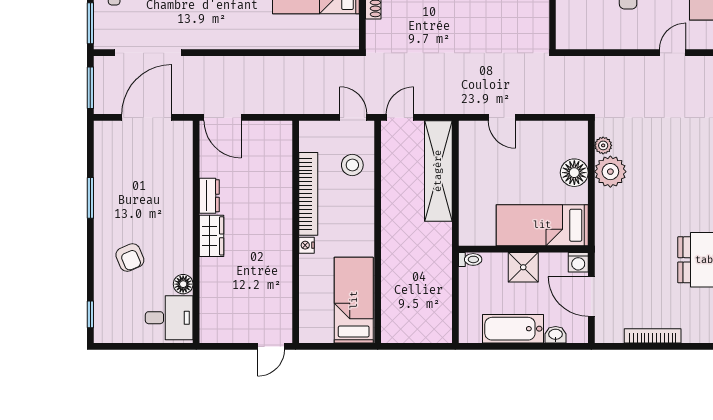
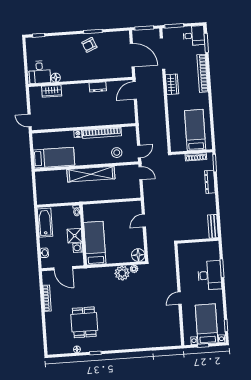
wardrobe: (215, 37) -> (172, 84), added
door: (673, 53) -> (180, 298), swing flipped
shelving: (438, 171) -> (91, 174), moved
floor lamp: (574, 173) -> (138, 255), moved
wardrobe: (211, 236) -> (52, 91), moved
armchair: (130, 257) -> (89, 45), moved
washing machine: (578, 262) -> (78, 248), moved
door: (591, 296) -> (63, 268), swing flipped
bathtub: (513, 329) -> (45, 223), moved

